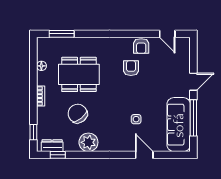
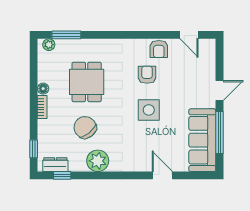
plant: (46, 42) -> (49, 45), added
floor lamp: (41, 66) -> (43, 89), moved
dining table: (79, 74) -> (87, 82), width x0.73
side table: (136, 119) -> (149, 110), moved, width x1.87, depth x1.87

